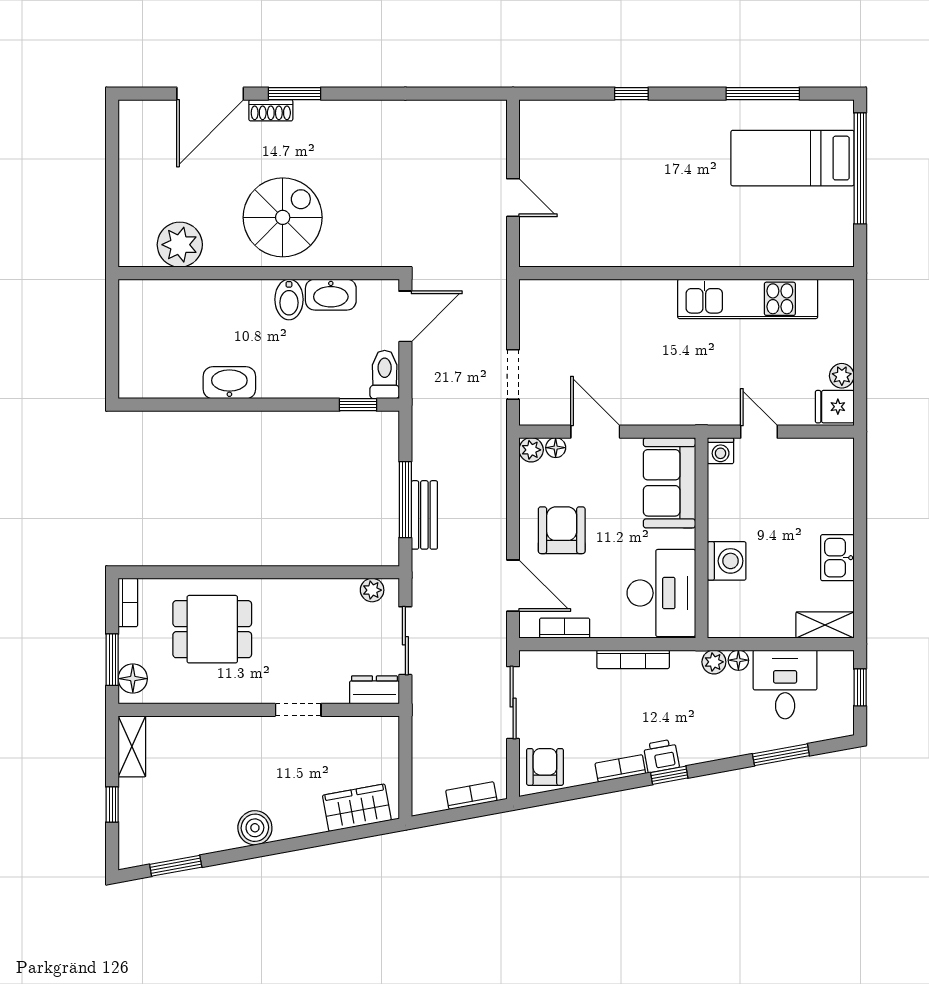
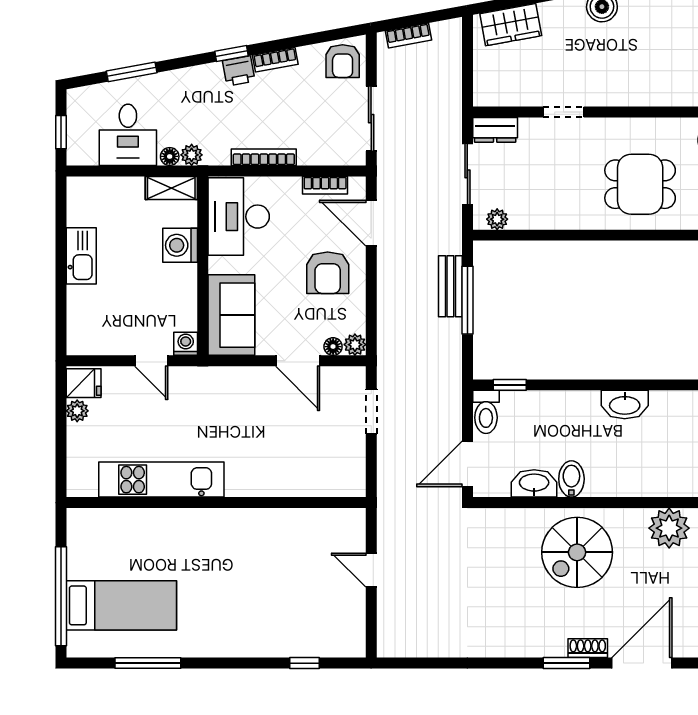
window: (631, 94) -> (304, 663), moved
kitchen sink: (837, 558) -> (81, 256), width x1.38
shelving: (825, 625) -> (171, 188), moved

